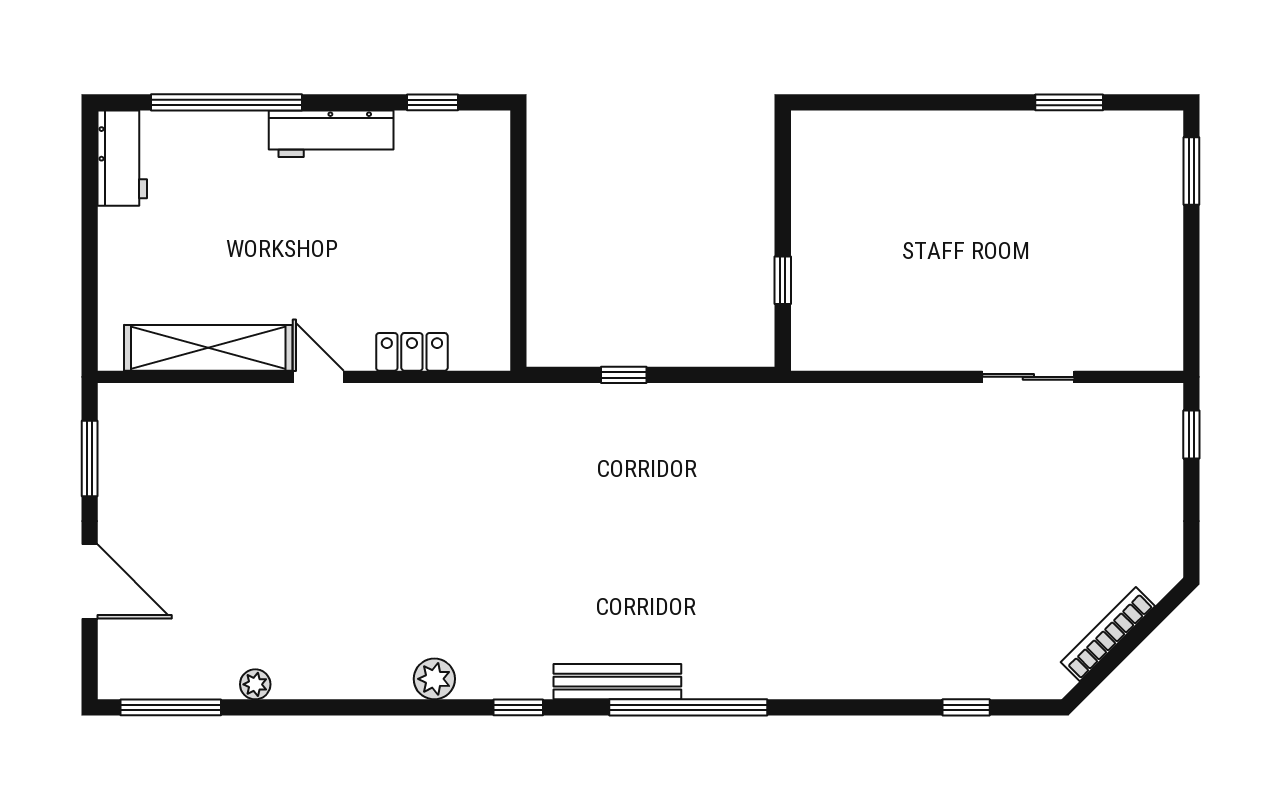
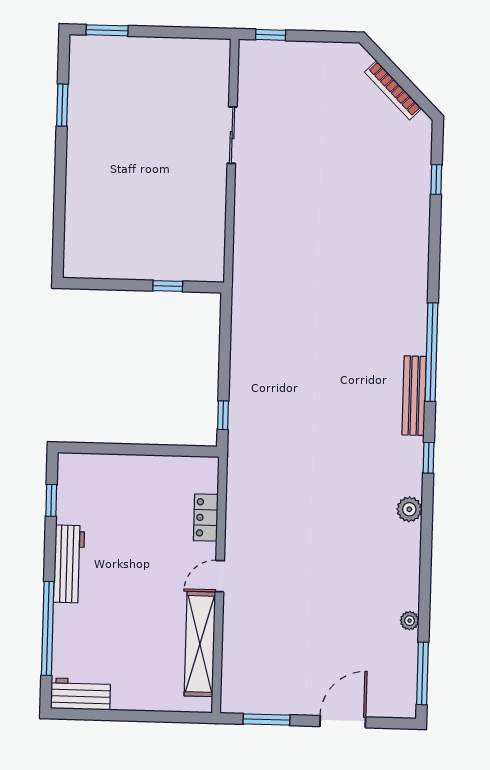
window: (624, 375) -> (223, 415), moved

